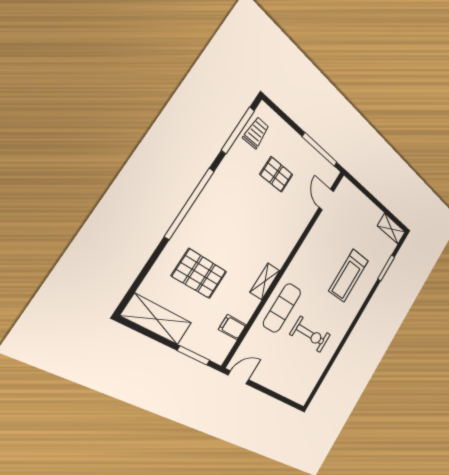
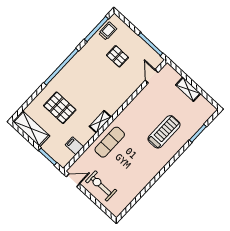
shelving: (391, 229) -> (188, 89), moved
treadmill: (349, 276) -> (164, 132), turned 180
exercise bike: (310, 334) -> (101, 186), moved, turned 180

